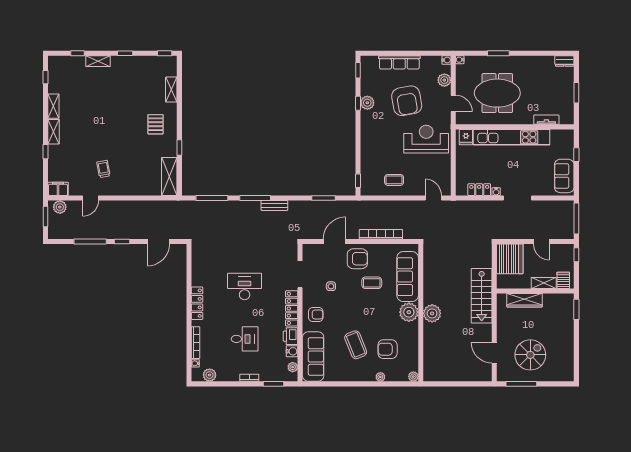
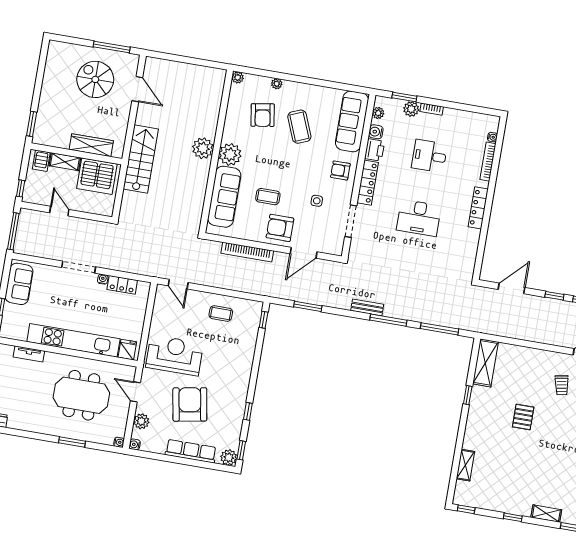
plant: (367, 103) -> (229, 457), moved
pallet: (156, 124) -> (523, 417), moved
reception desk: (426, 139) -> (175, 355), turned 180
server rack: (510, 259) -> (97, 176), moved, turned -90
armchair: (388, 349) -> (263, 115), turned 81
spiral stairs: (530, 355) -> (95, 79), turned 90
plant: (210, 375) -> (411, 109), moved

